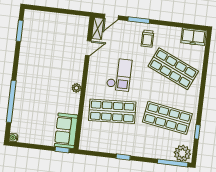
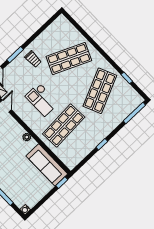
freezer: (193, 37) -> (58, 26), removed
checkout: (119, 75) -> (42, 100), turned 180
shop shelf: (167, 118) -> (100, 91), turned -33
sofa: (66, 131) -> (47, 165), width x1.36
plant: (182, 153) -> (133, 101), removed

